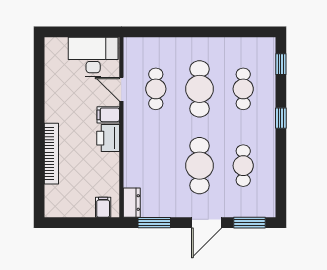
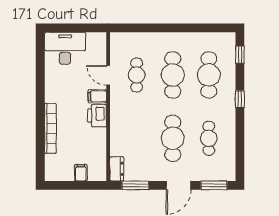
desk: (93, 57) -> (65, 48), moved
cafe table: (243, 89) -> (209, 75), width x1.37, depth x1.35
filing cabinet: (103, 207) -> (81, 173), moved

